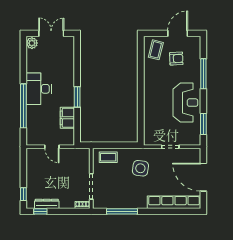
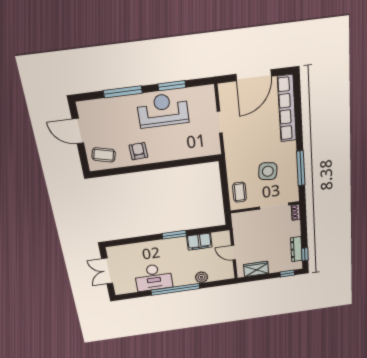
plant: (32, 43) -> (202, 277), moved
armchair: (176, 59) -> (138, 151), moved
desk: (39, 89) -> (153, 277), moved
window: (23, 106) -> (175, 289), moved
window: (203, 124) -> (172, 86), moved
door: (52, 147) -> (233, 253), swing flipped
wardrobe: (32, 166) -> (256, 269), added
side table: (140, 168) -> (268, 171), moved

